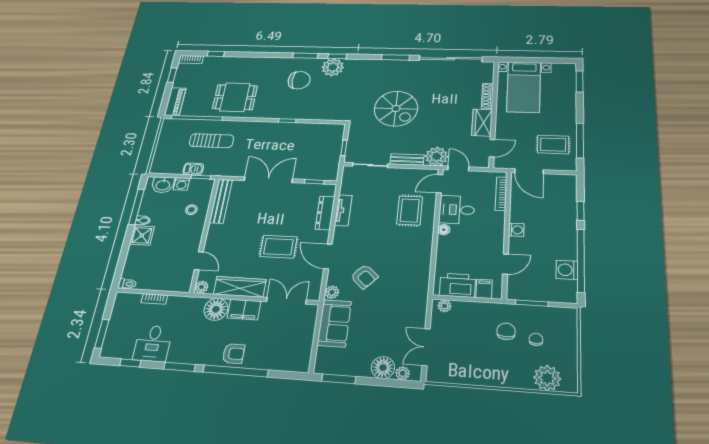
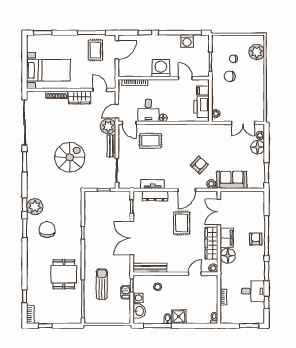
piano: (175, 102) -> (69, 318), removed
door: (529, 171) -> (117, 50), moved
washing machine: (516, 230) -> (161, 68), width x1.89, depth x1.89

